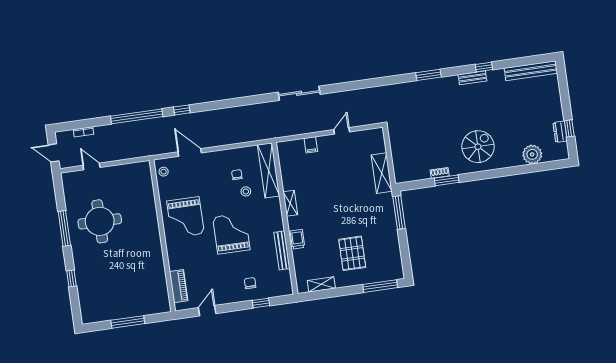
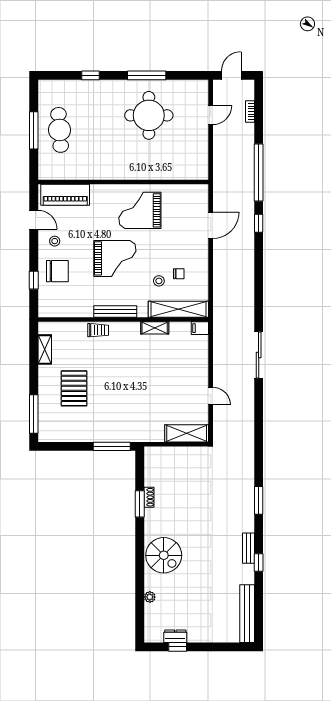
filing cabinet: (311, 145) -> (200, 328), moved
spiral stairs: (478, 147) -> (164, 555), moved
plant: (532, 154) -> (150, 597), width x0.53, depth x0.53
stool: (164, 172) -> (55, 241), moved
shelving: (382, 173) -> (187, 433), moved
shelving: (290, 203) -> (155, 328), moved
bench: (282, 250) -> (115, 311), moved
pallet: (352, 253) -> (74, 388), turned 90
chair: (250, 283) -> (57, 271), width x1.87, depth x1.87
piano: (179, 286) -> (65, 195), width x1.37, depth x1.33
cafe table: (124, 299) -> (60, 130), added

